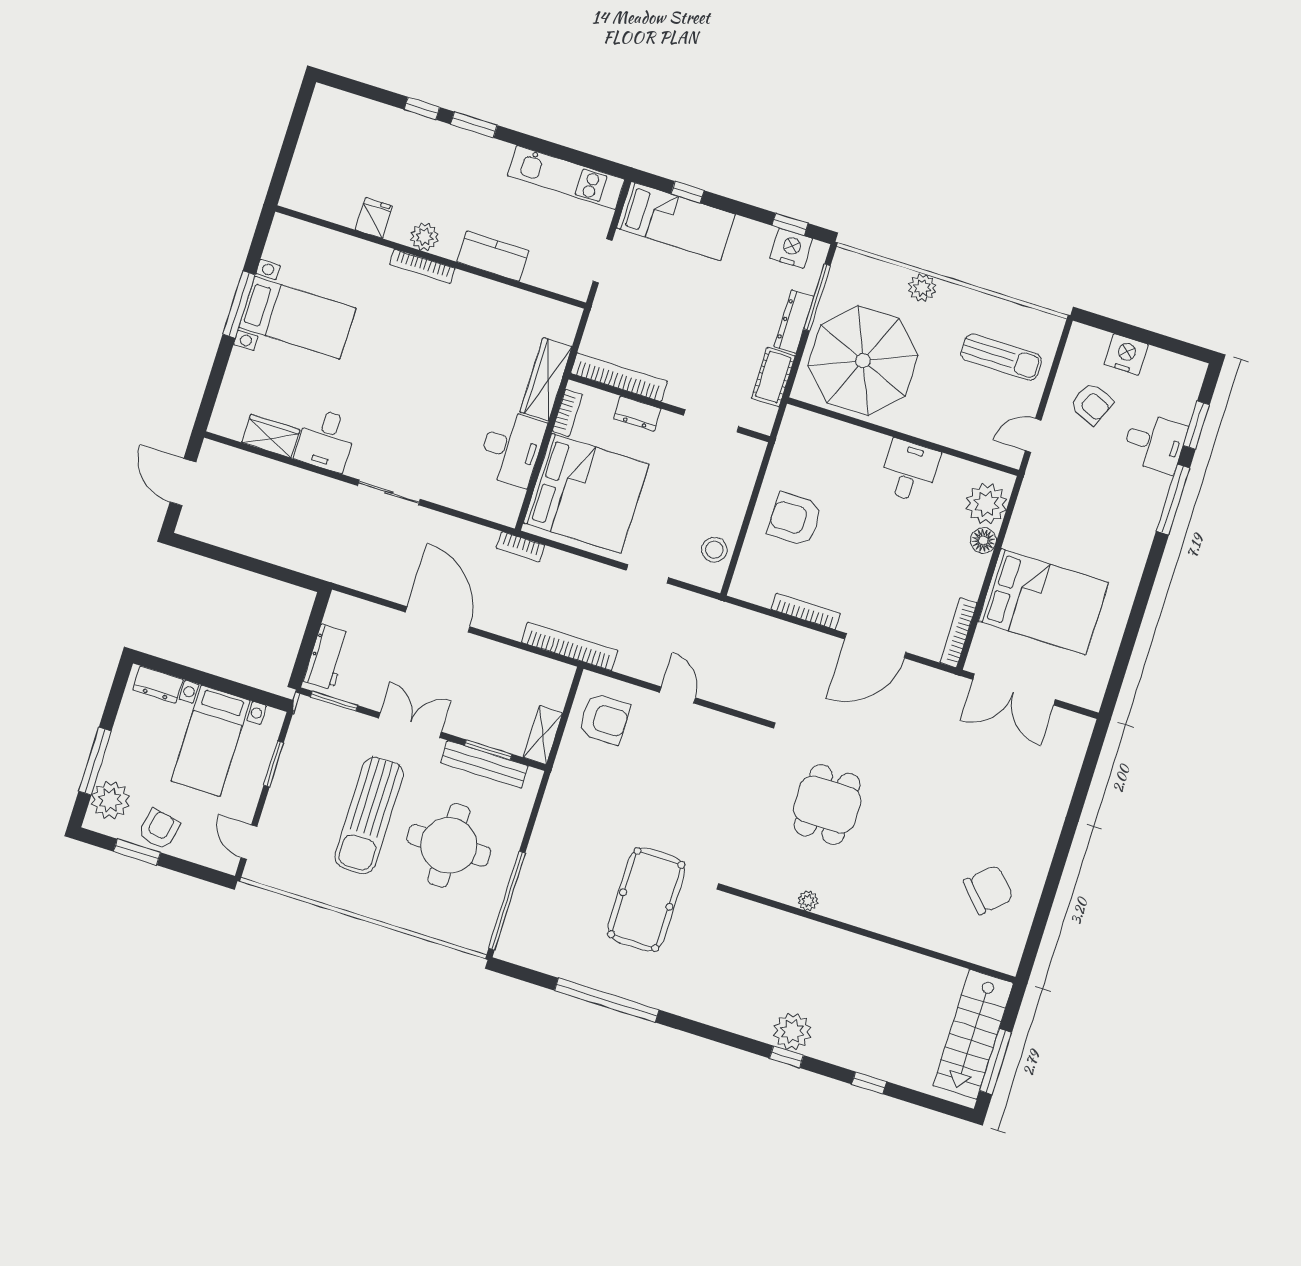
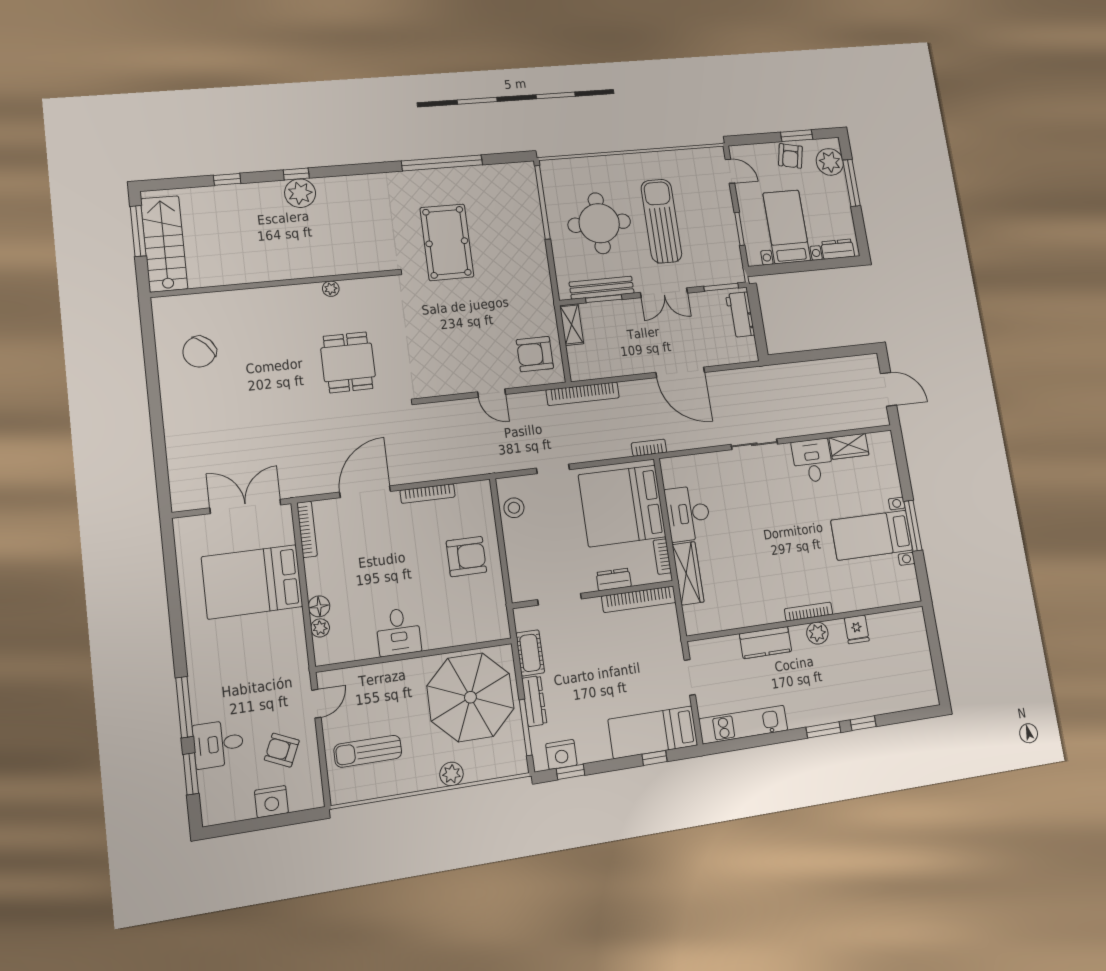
plant: (986, 504) -> (320, 628), width x0.53, depth x0.53

